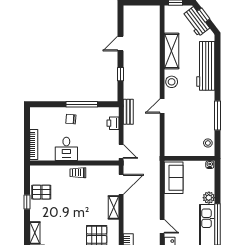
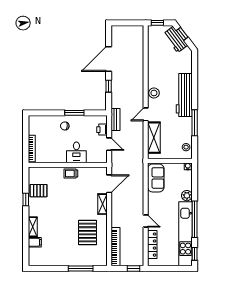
door: (121, 43) -> (109, 59), width x1.87
shelving: (172, 51) -> (154, 138), moved
workbench: (206, 66) -> (184, 95), moved
window: (82, 104) -> (74, 113), width x0.69
desk: (66, 149) -> (76, 152), moved
door: (121, 151) -> (109, 144), moved

